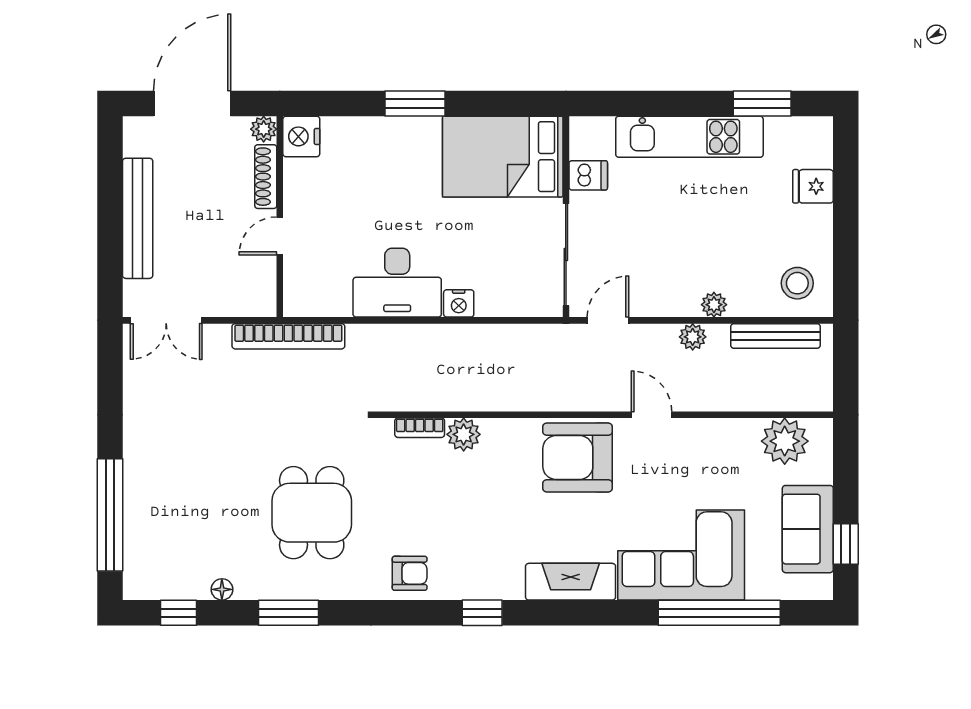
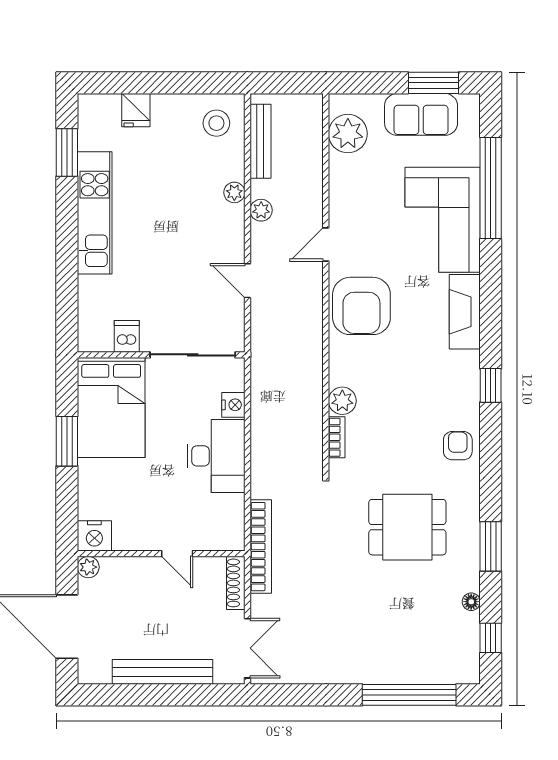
bed: (503, 157) -> (111, 407), moved
dishwasher: (588, 175) -> (127, 336), moved
shoe rack: (266, 177) -> (236, 583), moved, turned 90
wall: (566, 217) -> (161, 355), moved
sliding door: (566, 255) -> (193, 355), moved
window: (846, 544) -> (433, 83), width x1.50

